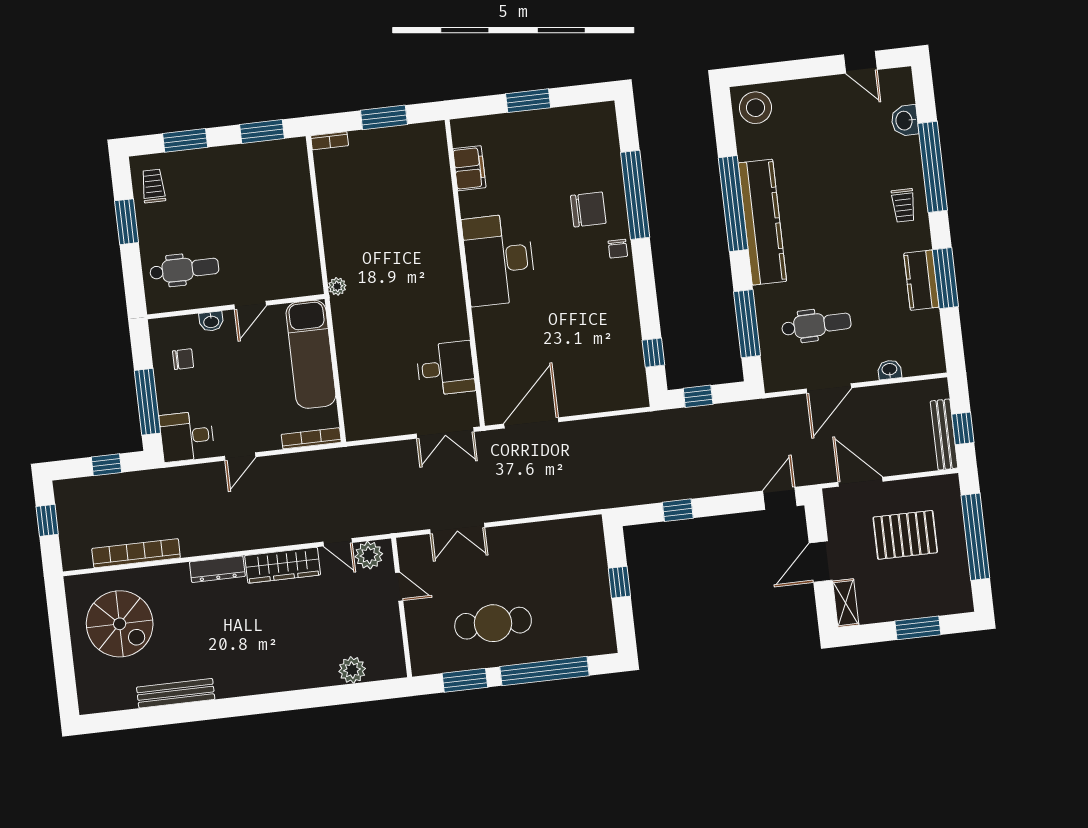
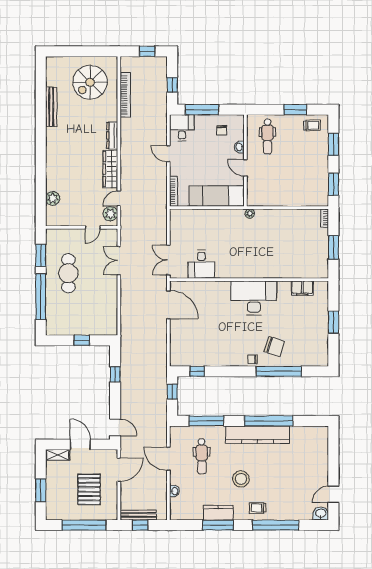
stool: (755, 108) -> (241, 479), moved
washbasin: (905, 121) -> (321, 514), moved
chair: (588, 209) -> (274, 346), turned -72

